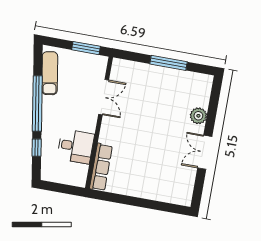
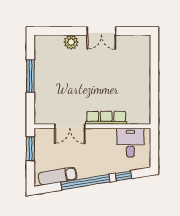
double door: (104, 97) -> (70, 126), swing flipped
desk: (76, 146) -> (130, 143), moved
row of seats: (101, 167) -> (106, 118), moved

